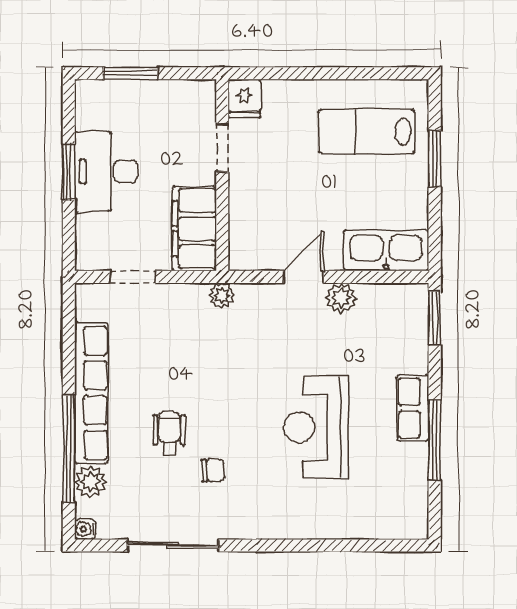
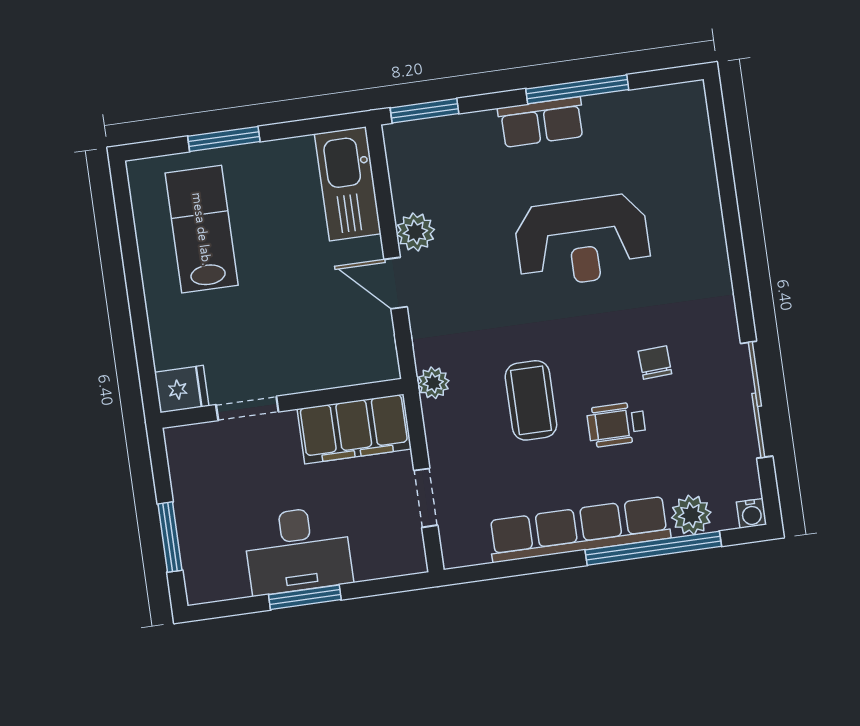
lab bench: (367, 132) -> (202, 229), turned 180
coffee table: (197, 370) -> (531, 400), added

